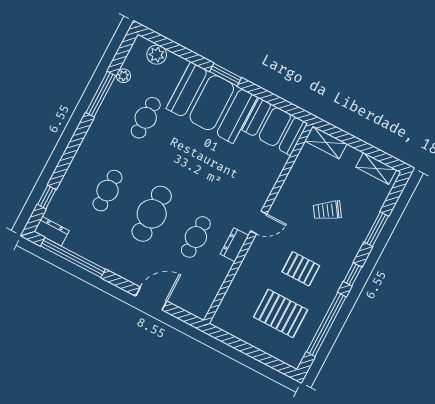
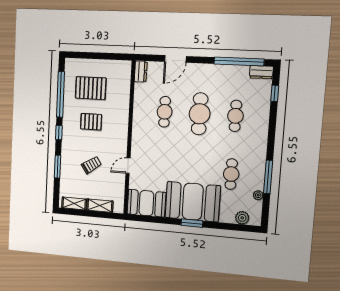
shelving: (326, 142) -> (100, 206), moved
door: (259, 222) -> (128, 166), moved
dresser: (234, 245) -> (141, 72), moved

